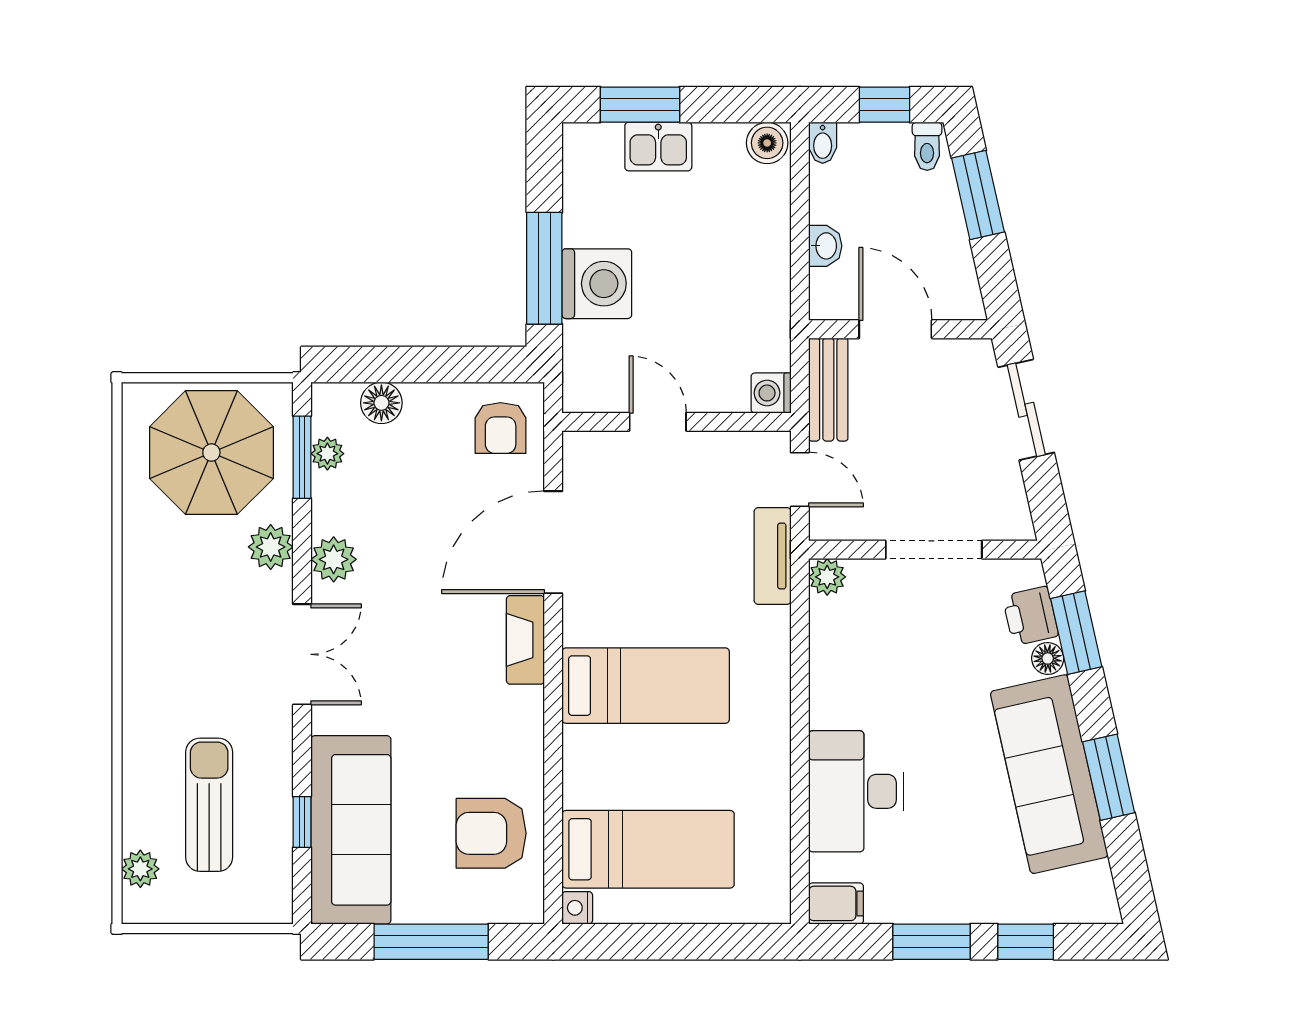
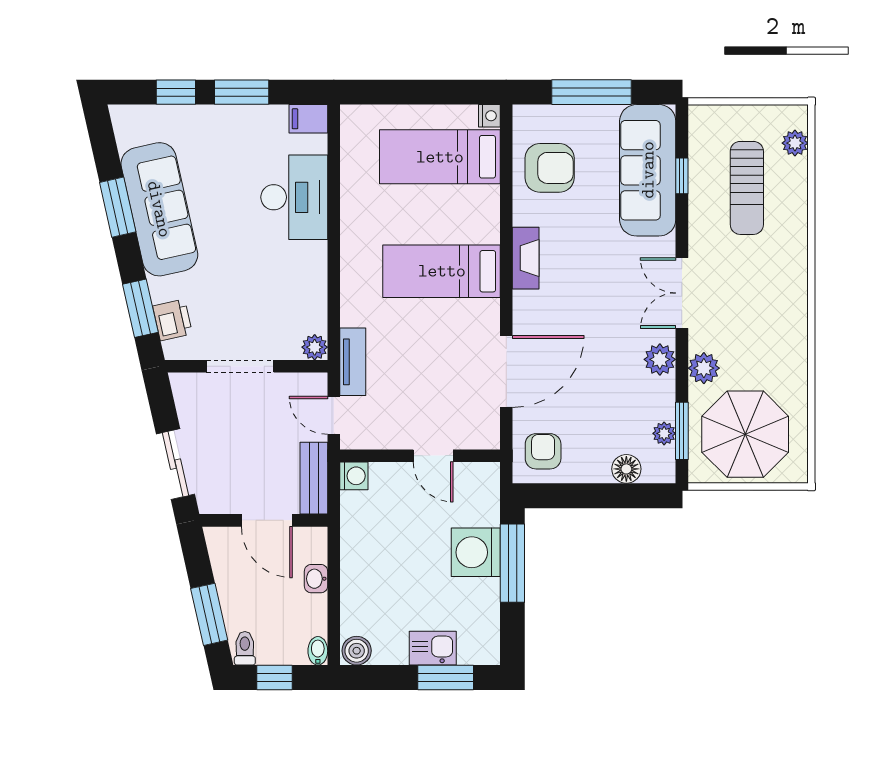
fireplace: (525, 640) -> (526, 258), moved
floor lamp: (1048, 658) -> (160, 290), removed

